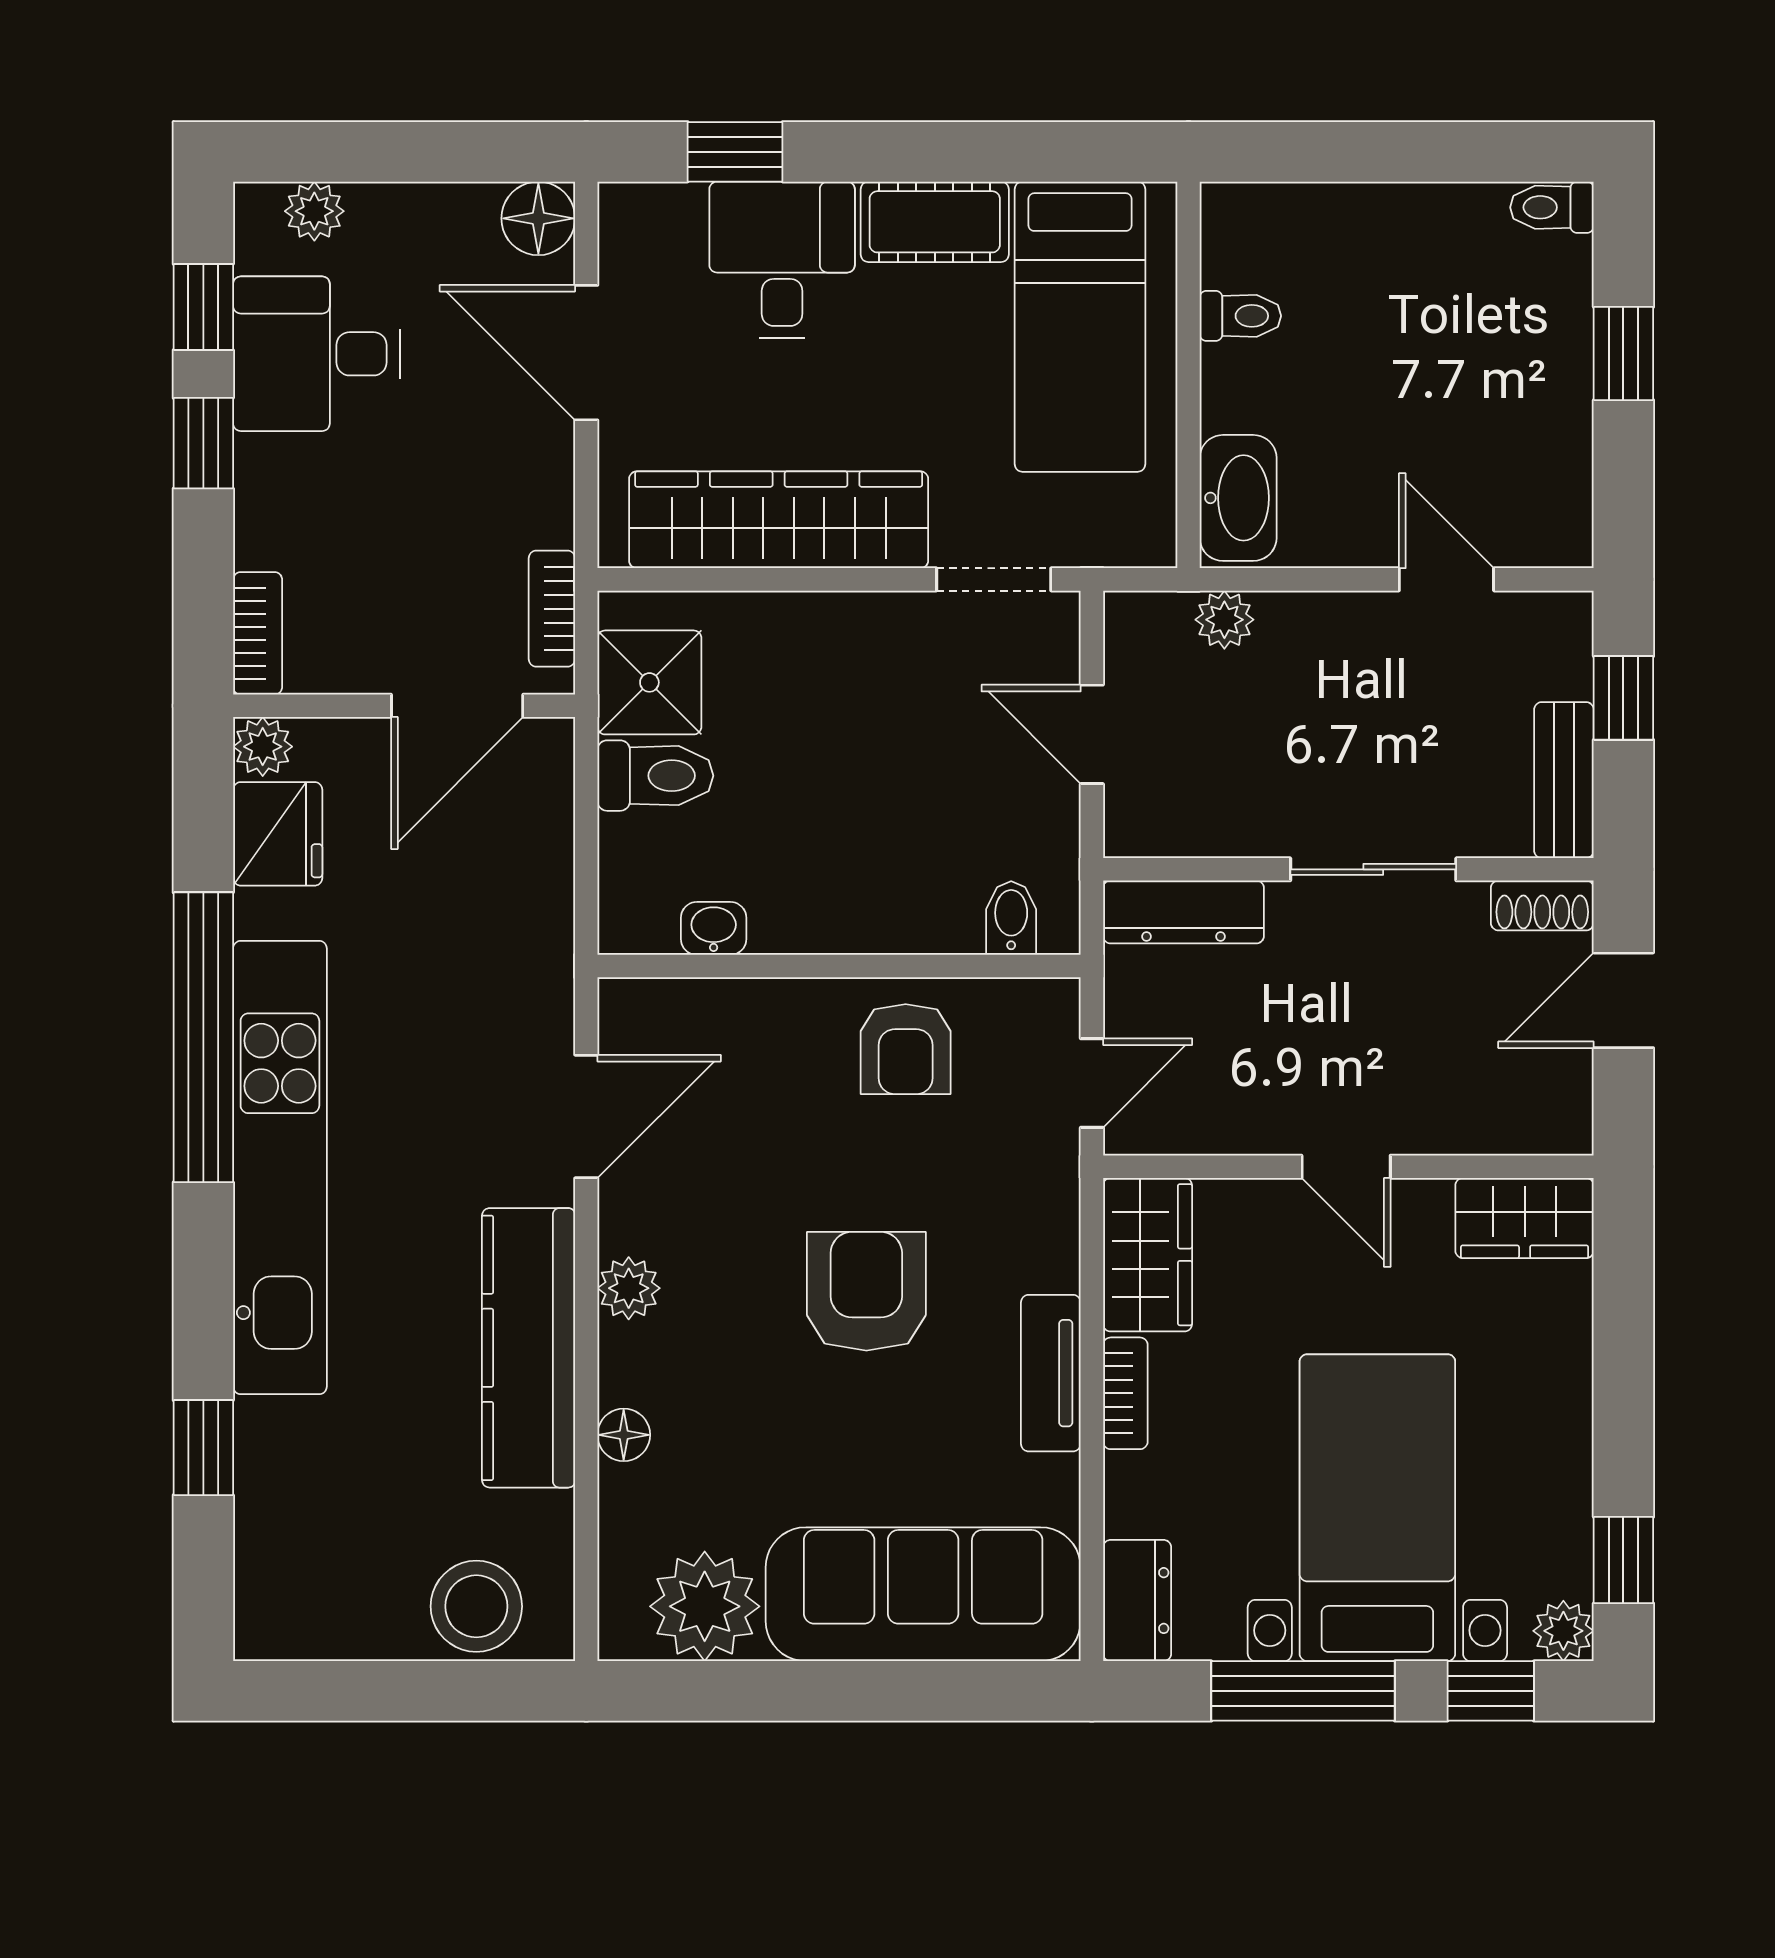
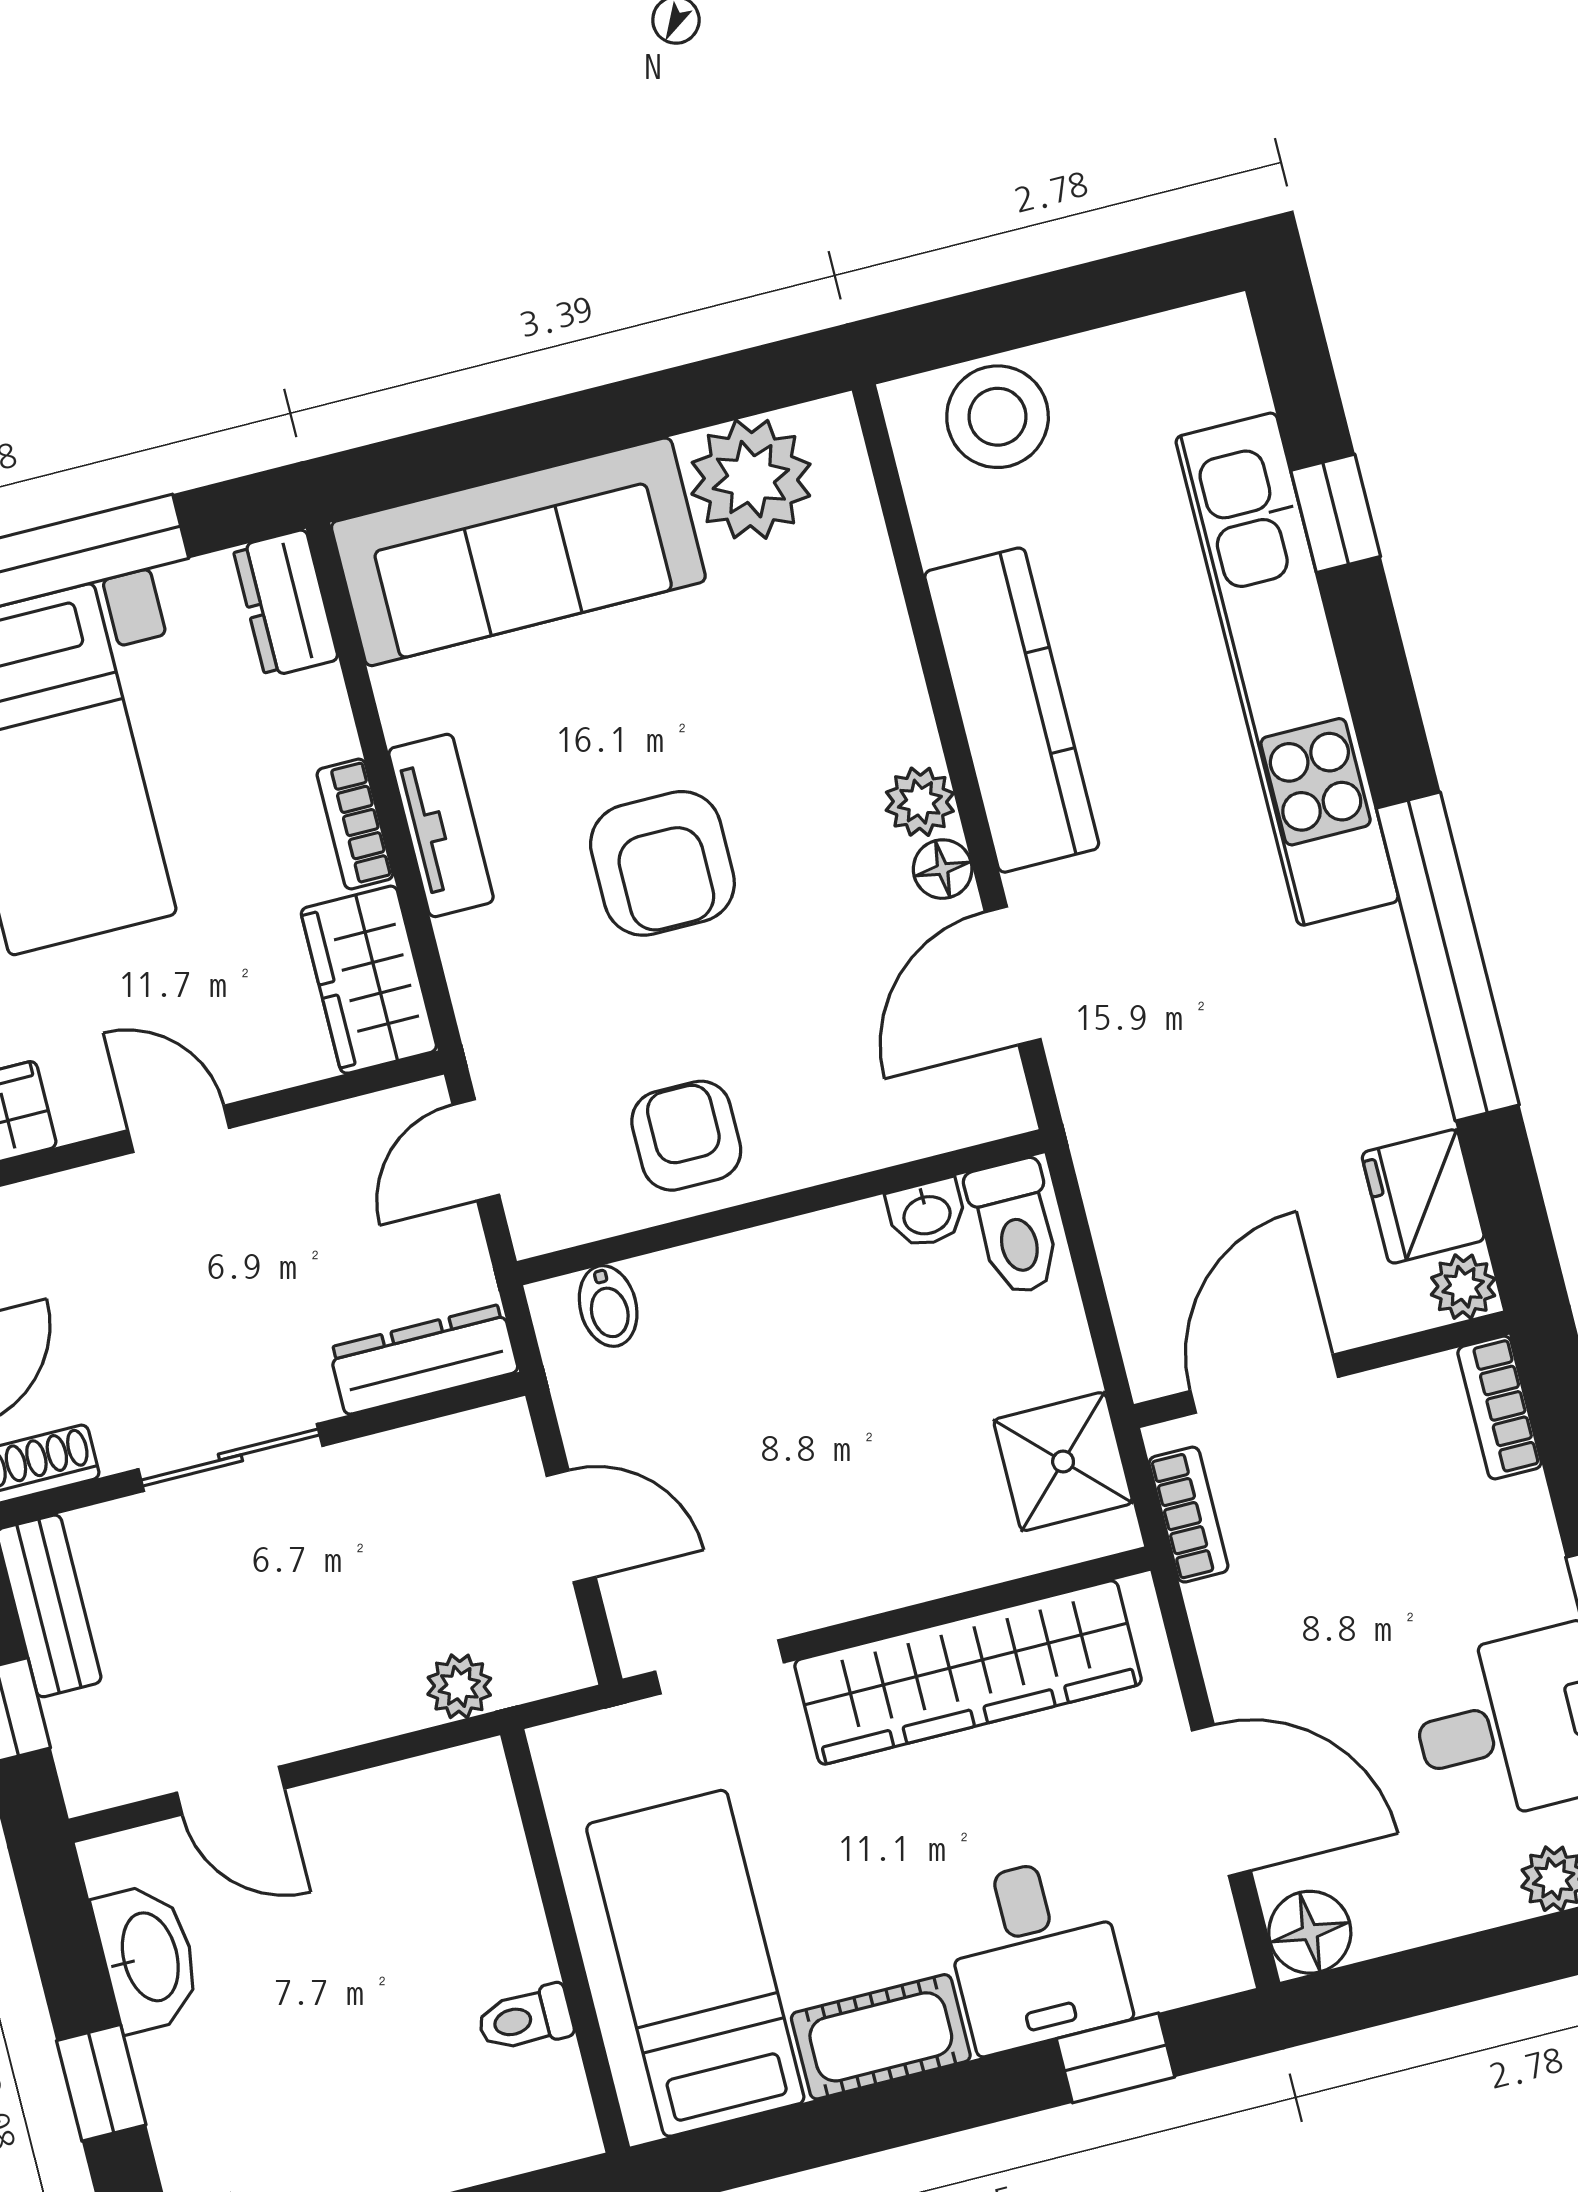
washbasin: (1238, 498) -> (148, 1957), moved, turned 180
toilet: (655, 776) -> (1015, 1227), moved, turned -90
kitchen unit: (280, 1168) -> (1287, 669), moved
floor lamp: (624, 1435) -> (943, 869), moved

